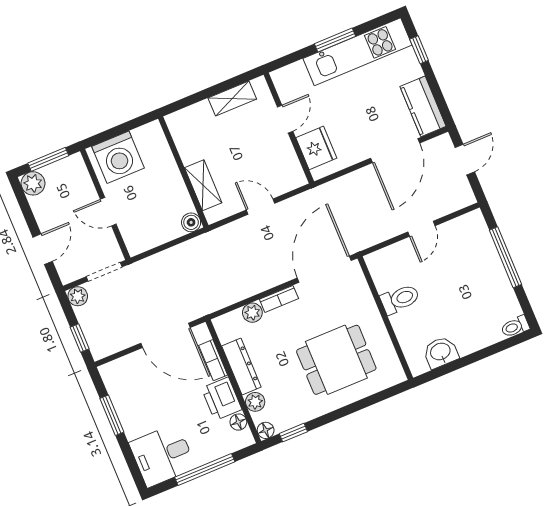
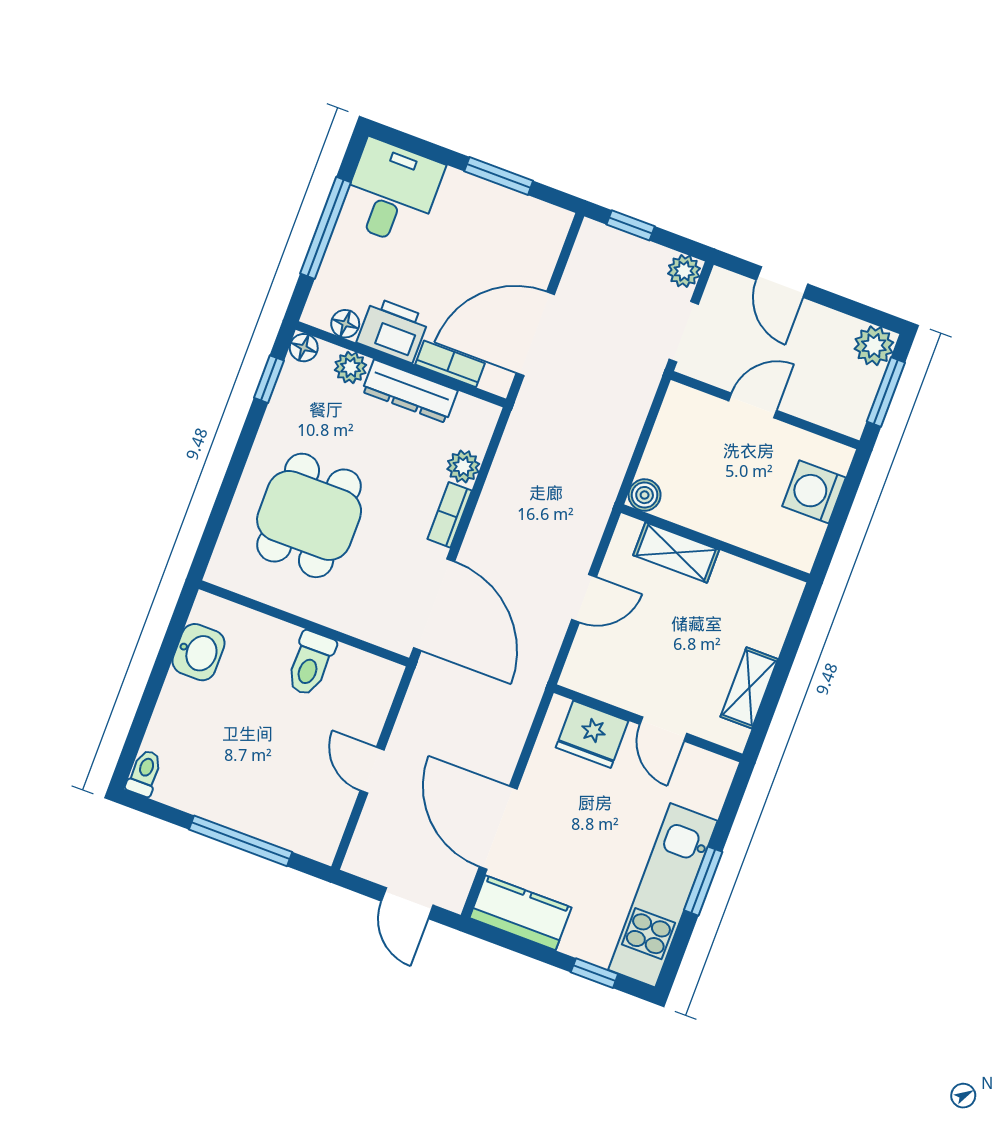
washing machine: (118, 157) -> (814, 492), width x0.73, depth x0.73

